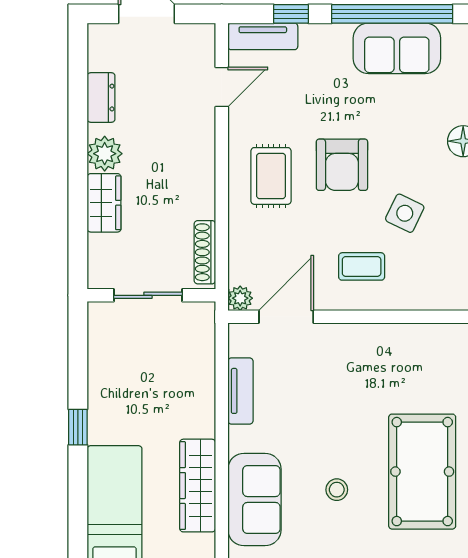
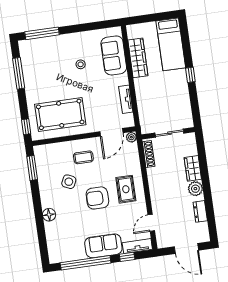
sofa: (397, 48) -> (103, 246), moved
armchair: (342, 165) -> (97, 198), turned -90
pool table: (422, 472) -> (60, 114), moved, turned 90

